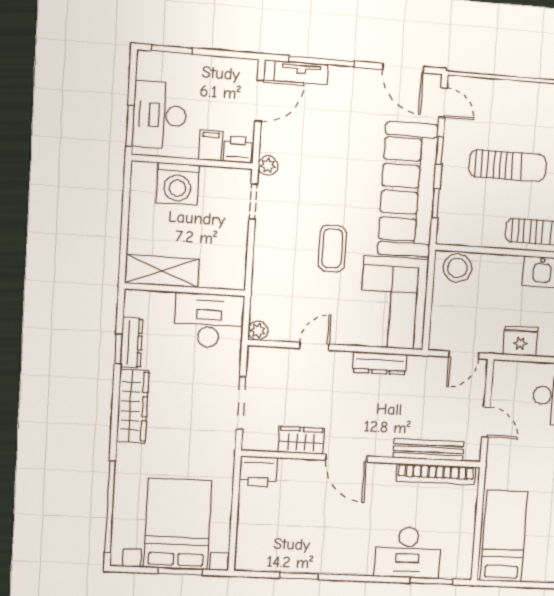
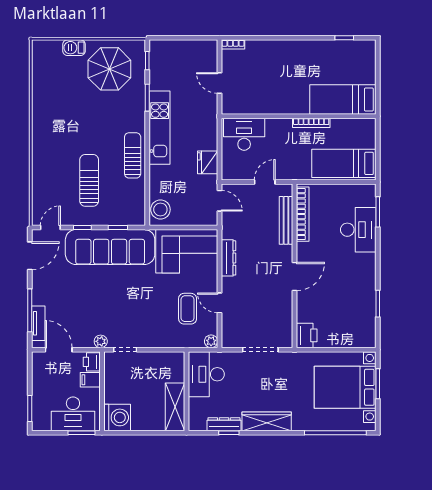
washing machine: (178, 184) -> (117, 417), moved
coffee table: (332, 248) -> (188, 309), moved, turned 90
wardrobe: (301, 440) -> (284, 308), removed

